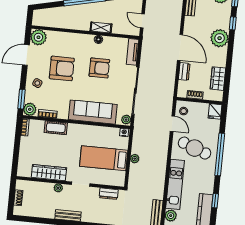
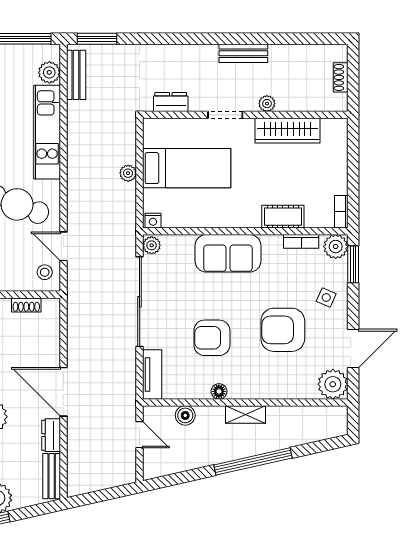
shelving: (101, 27) -> (245, 415), moved
boiler: (117, 29) -> (185, 415), added
dresser: (184, 72) -> (51, 435), moved
sofa: (93, 112) -> (228, 253), width x0.73

